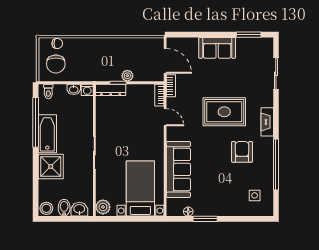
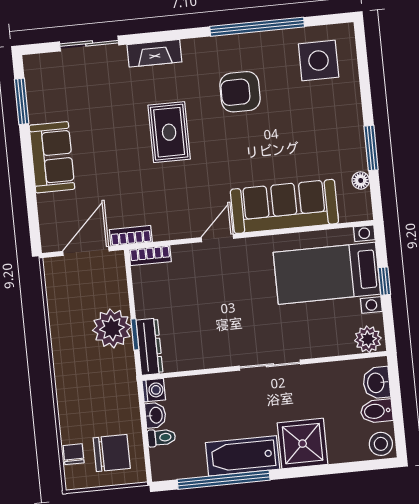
plant: (127, 76) -> (112, 328), width x1.88, depth x1.88
toilet: (48, 91) -> (162, 438), moved
rug: (224, 112) -> (169, 132), width x0.73, depth x0.70
door: (165, 117) -> (217, 238), moved
fireplace: (267, 122) -> (154, 53), moved
side table: (255, 195) -> (319, 61), width x1.87, depth x1.87
window: (133, 219) -> (384, 281), added

